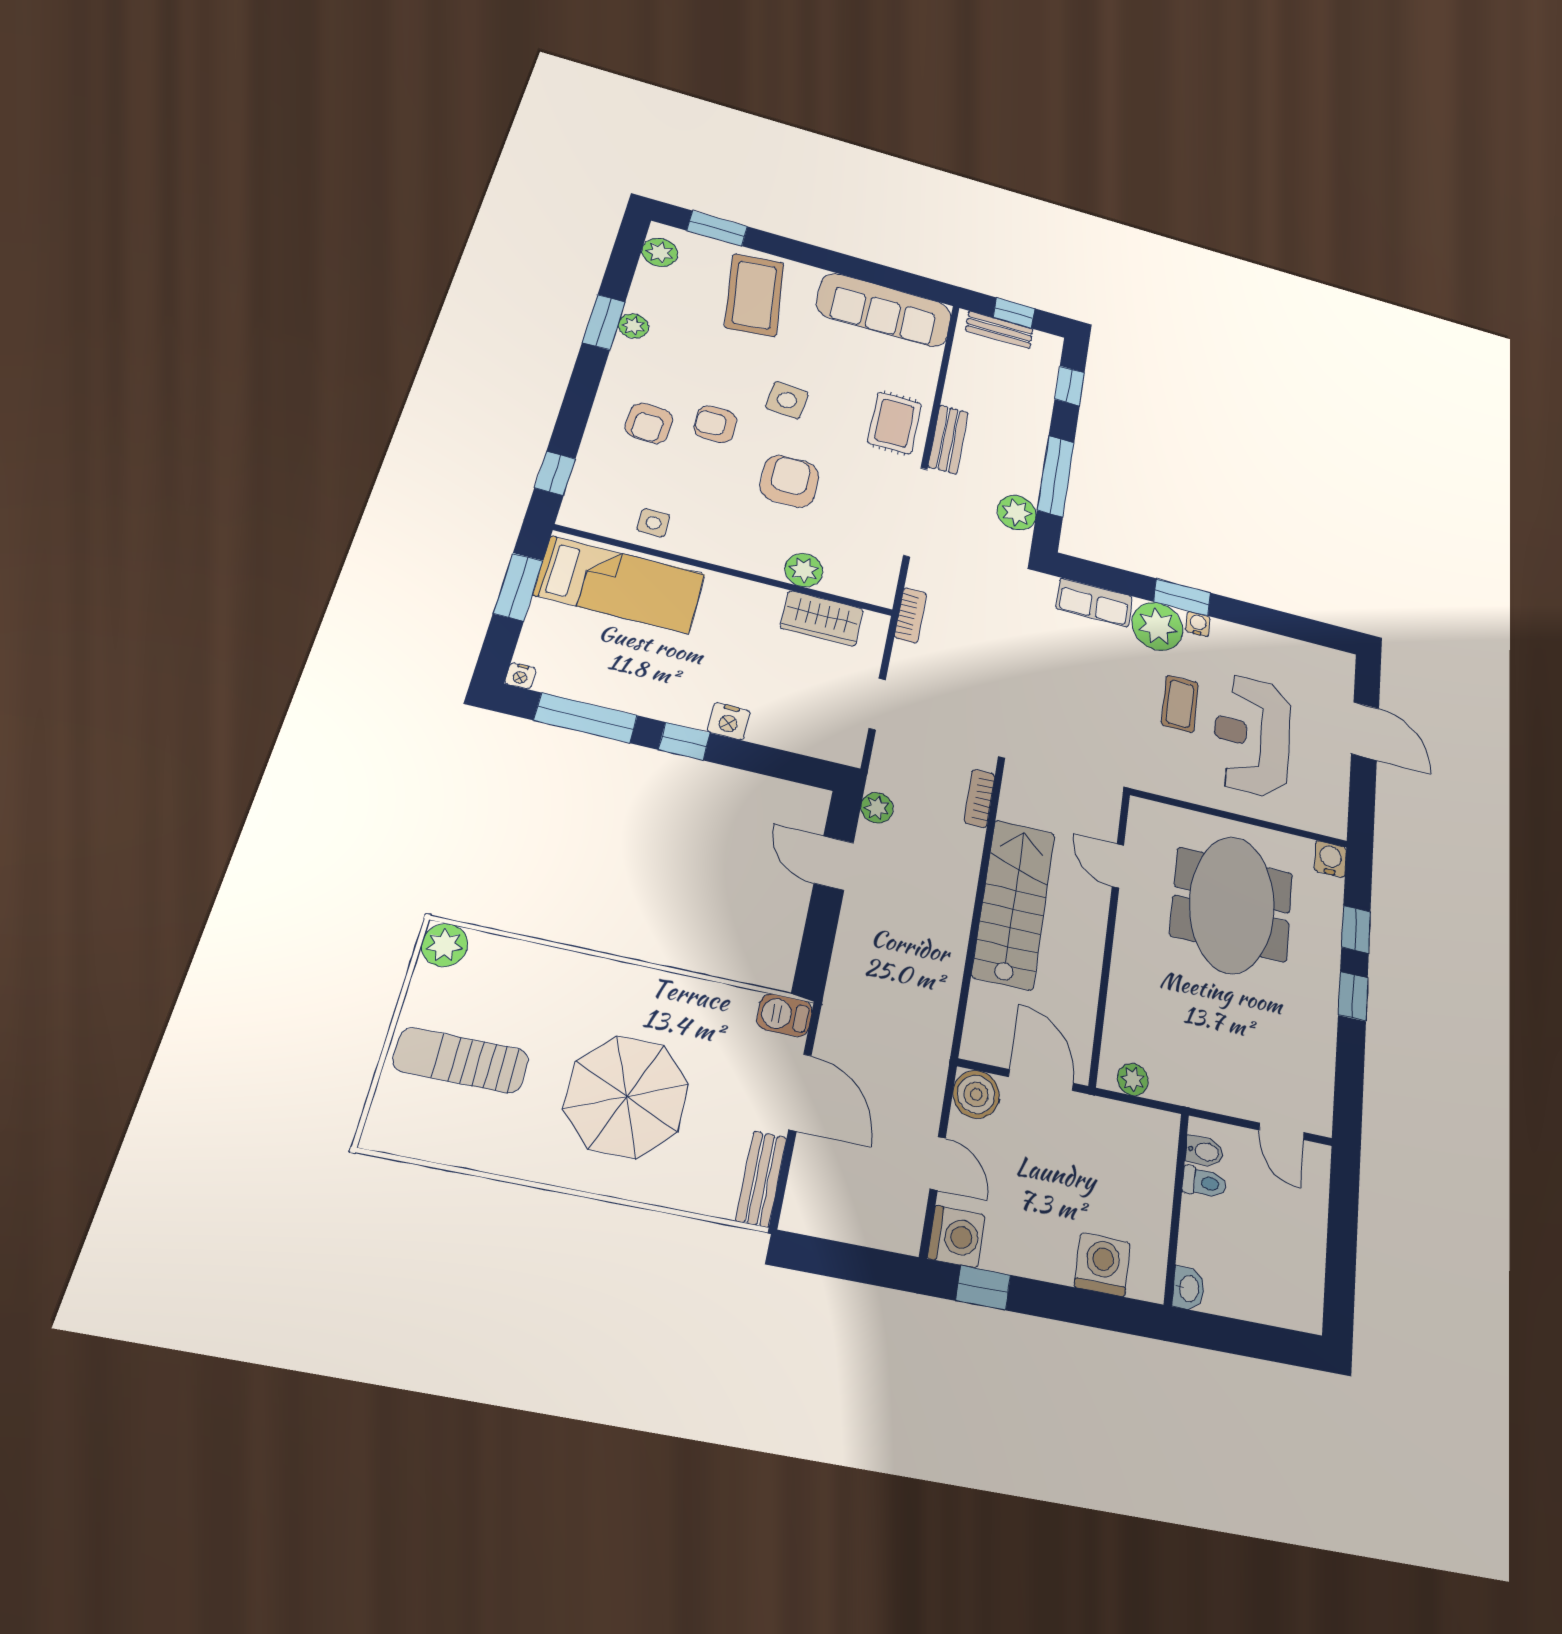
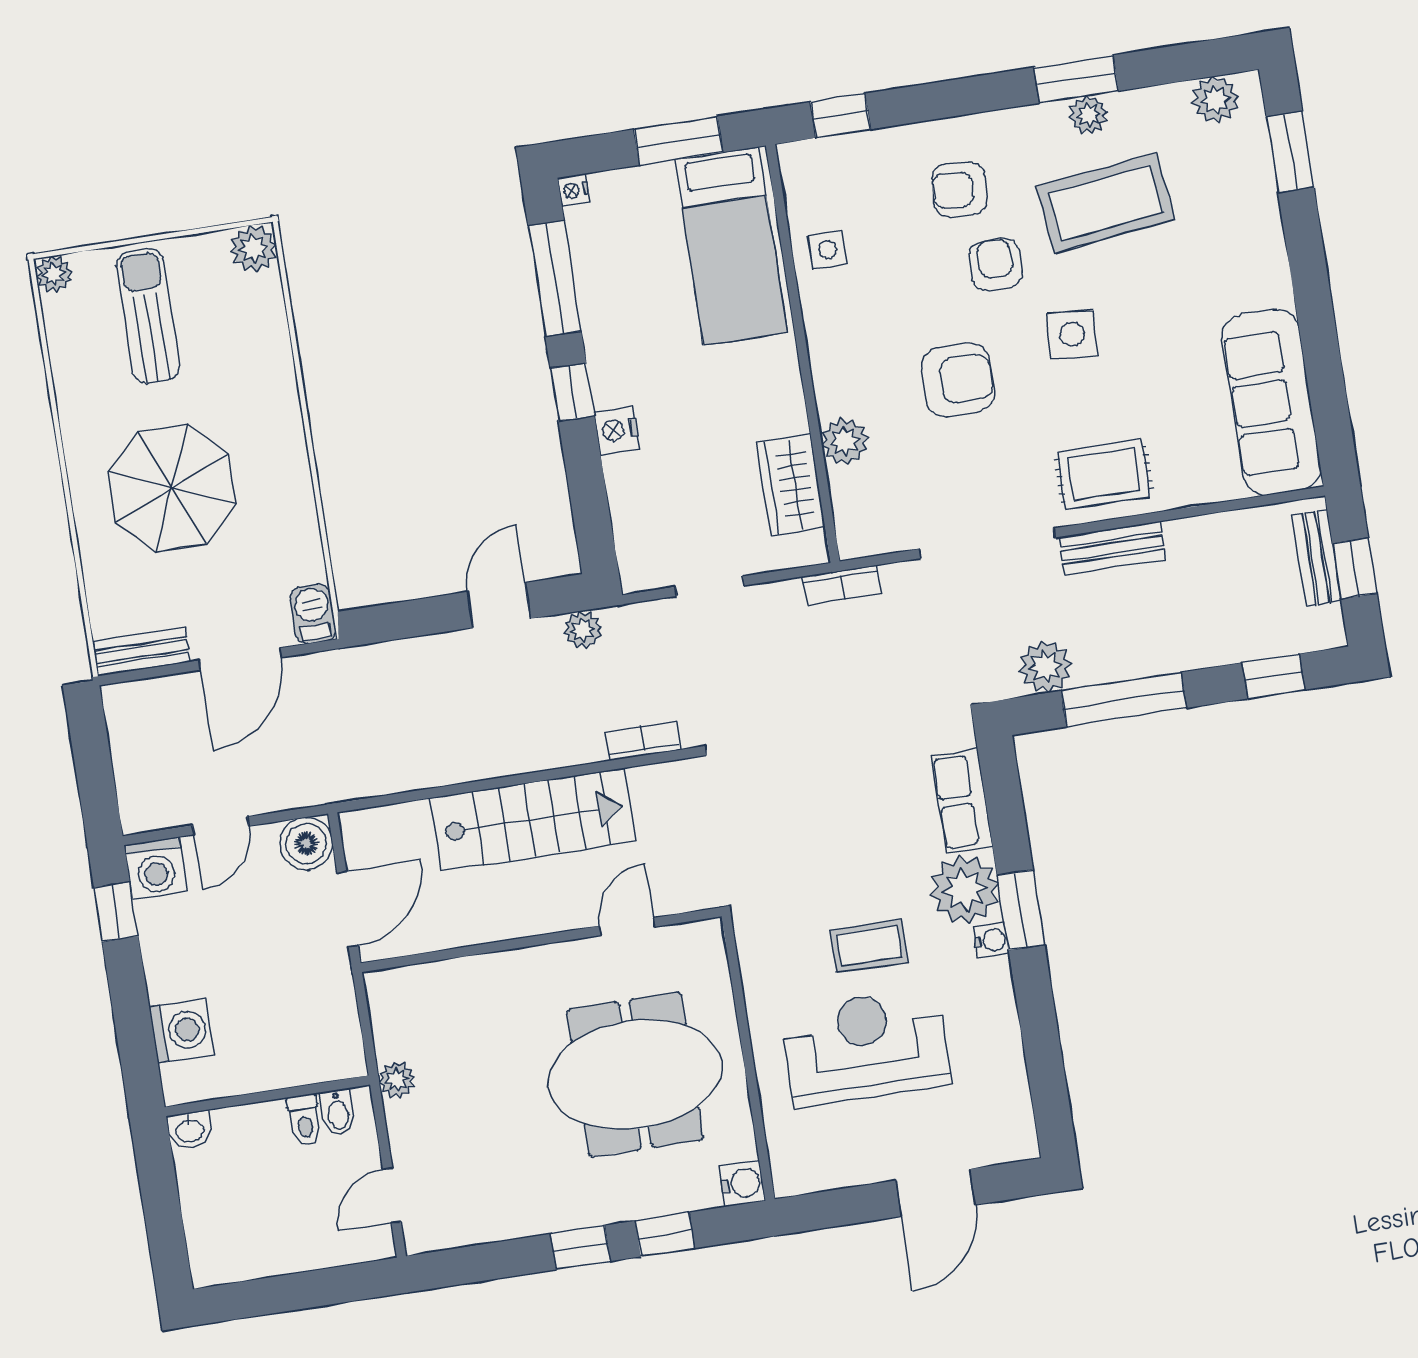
coffee table: (754, 295) -> (1105, 203), moved
plant: (1133, 1079) -> (397, 1080), moved
plant: (380, 1133) -> (54, 274), added

